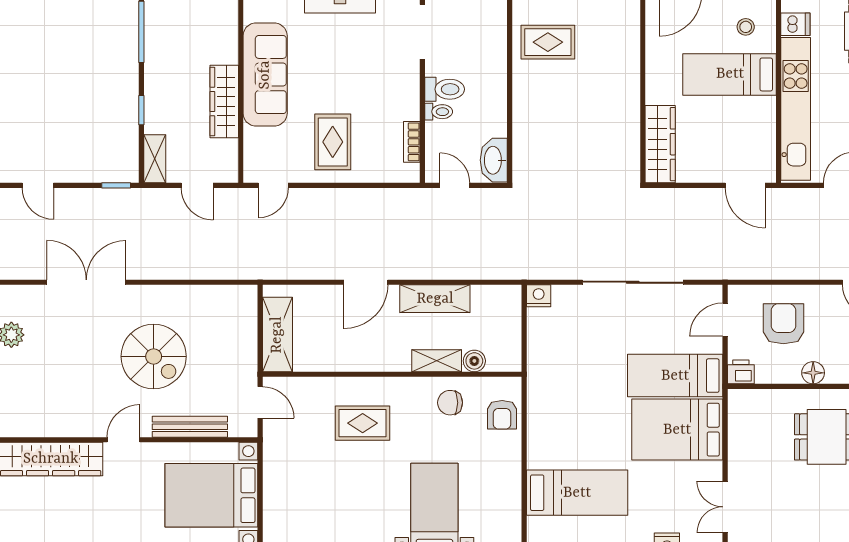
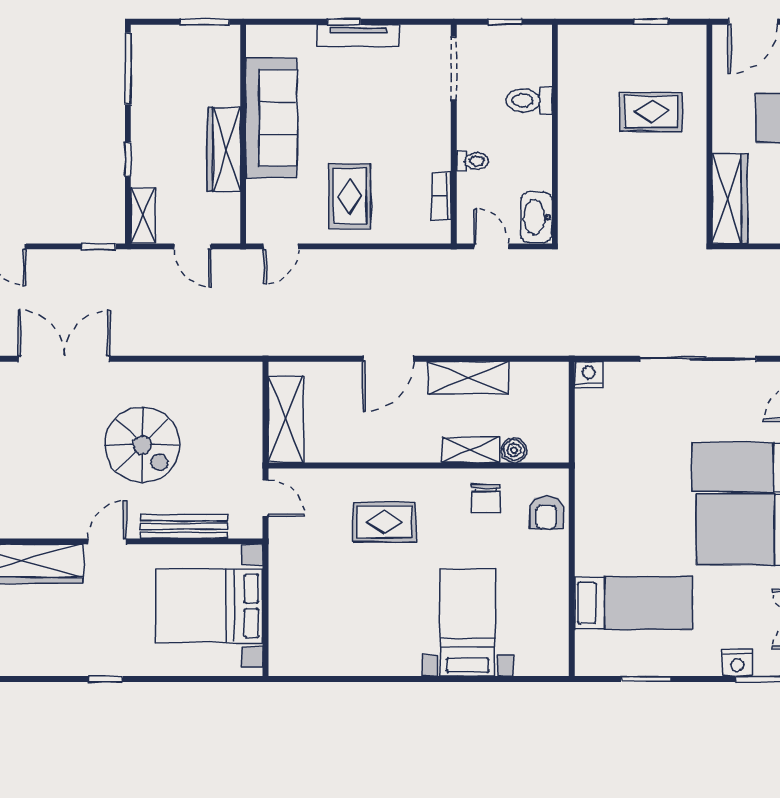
rug: (548, 42) -> (651, 112), moved
toilet: (445, 89) -> (529, 100), moved, turned 180
chair: (450, 403) -> (486, 498), turned -90

